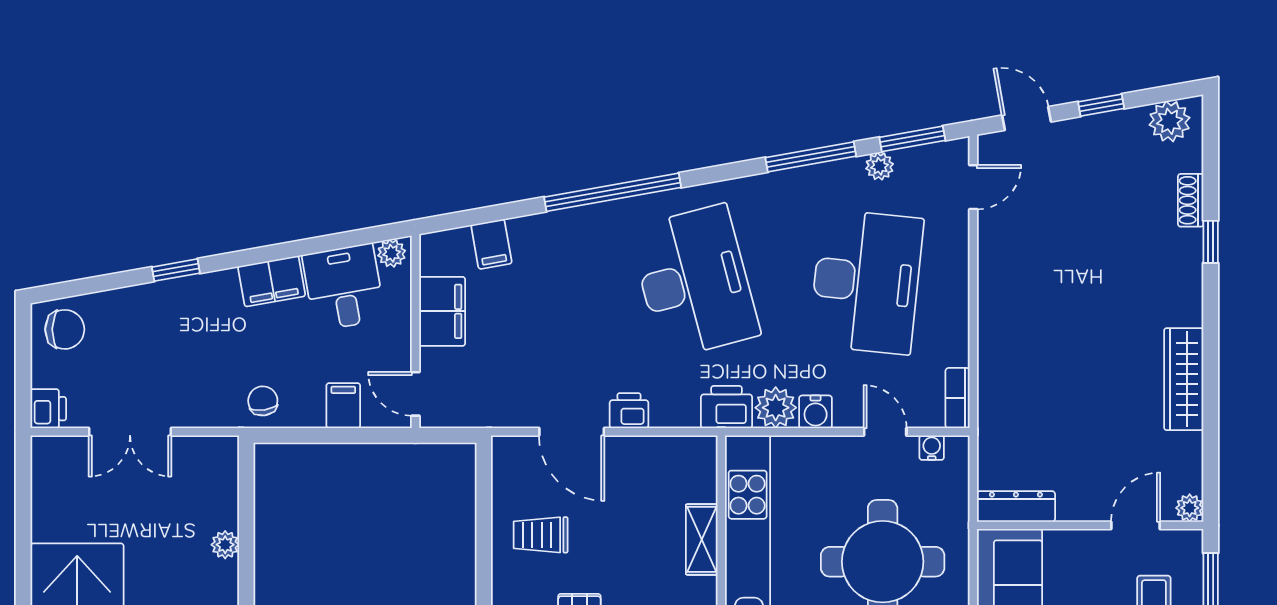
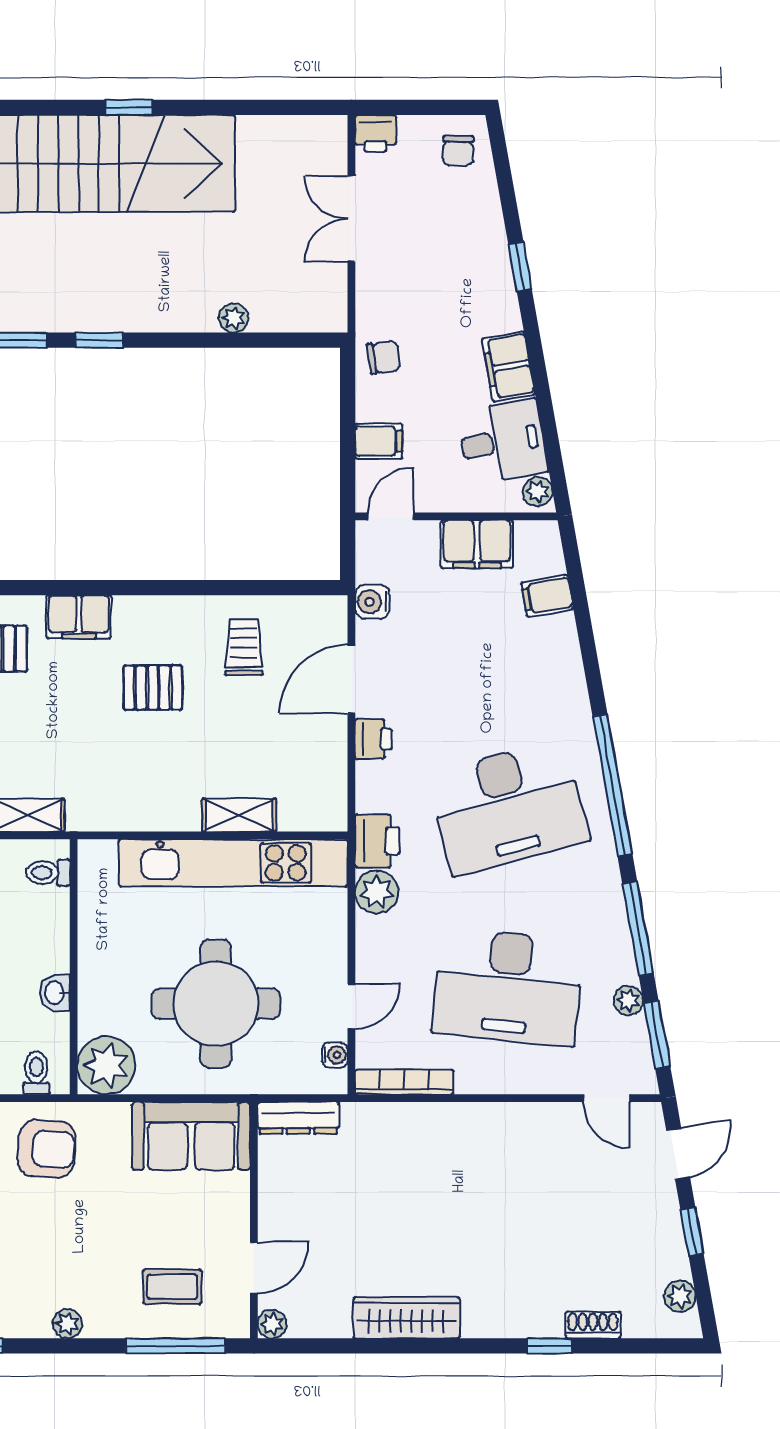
plant: (1170, 121) -> (680, 1296), width x0.73, depth x0.73
window: (613, 192) -> (612, 785), moved
chair: (65, 329) -> (458, 151), width x0.73, depth x0.73
bookcase: (958, 398) -> (404, 1082), width x1.56
water cooler: (816, 412) -> (372, 602), moved
dresser: (1016, 506) -> (298, 1118), moved, turned 90
door: (1136, 525) -> (254, 1268), hinge flipped

